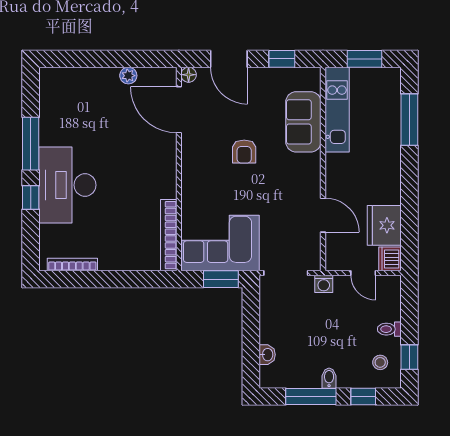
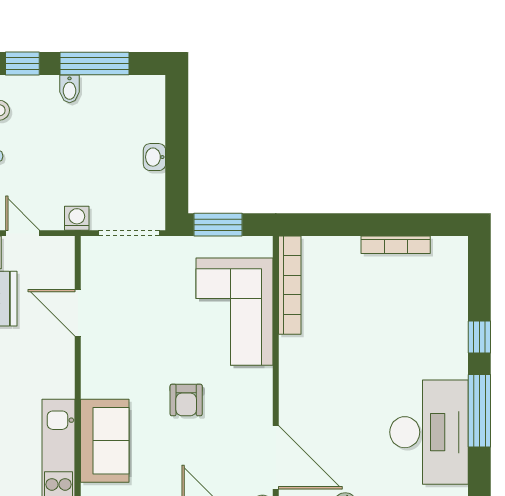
armchair: (244, 152) -> (186, 400), turned 180
desk: (67, 185) -> (429, 432), moved
corner sofa: (220, 243) -> (235, 312), moved, turned 90
bookcase: (72, 264) -> (396, 245), moved
washbasin: (267, 355) -> (154, 157), moved

